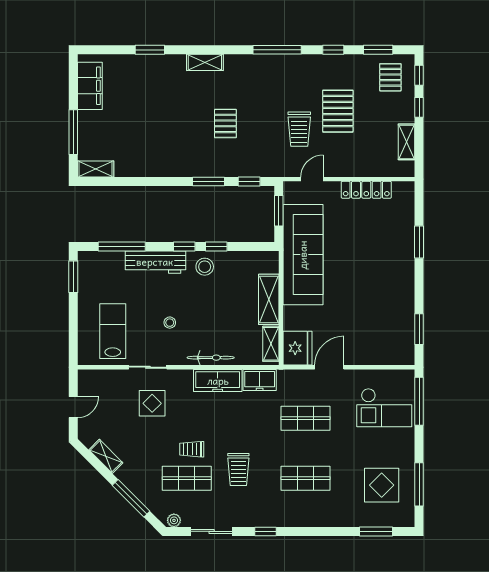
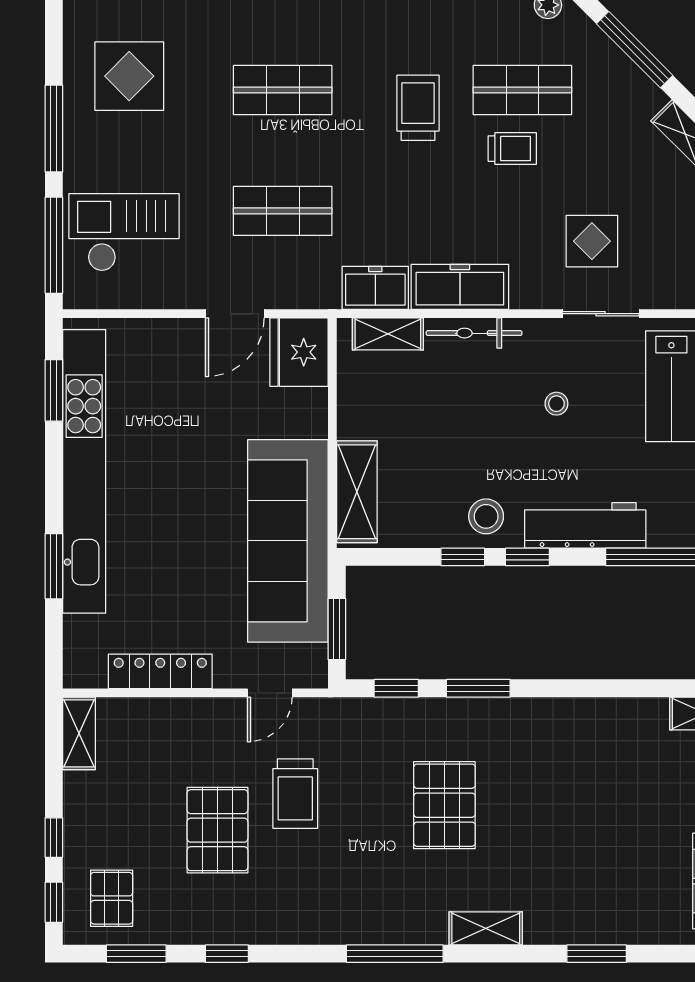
window: (277, 50) -> (395, 954), moved
pallet: (225, 123) -> (444, 805), width x1.50, depth x1.42
trolley: (299, 129) -> (295, 794), turned 180
shelving: (407, 142) -> (79, 733), moved
kitchen unit: (404, 289) -> (84, 471), added
shelving: (269, 299) -> (357, 492), moved
shelving: (271, 344) -> (388, 334), moved, turned 90
window: (419, 484) -> (54, 128), moved

